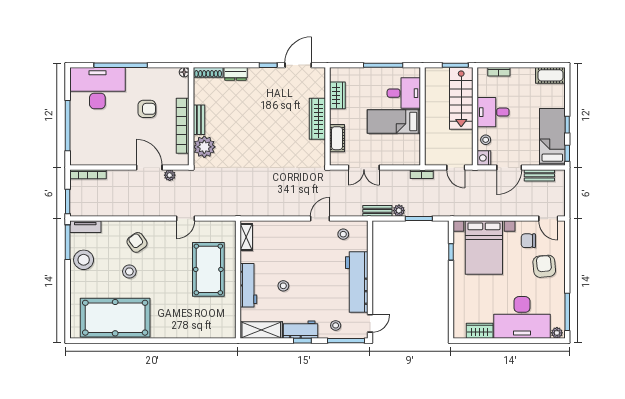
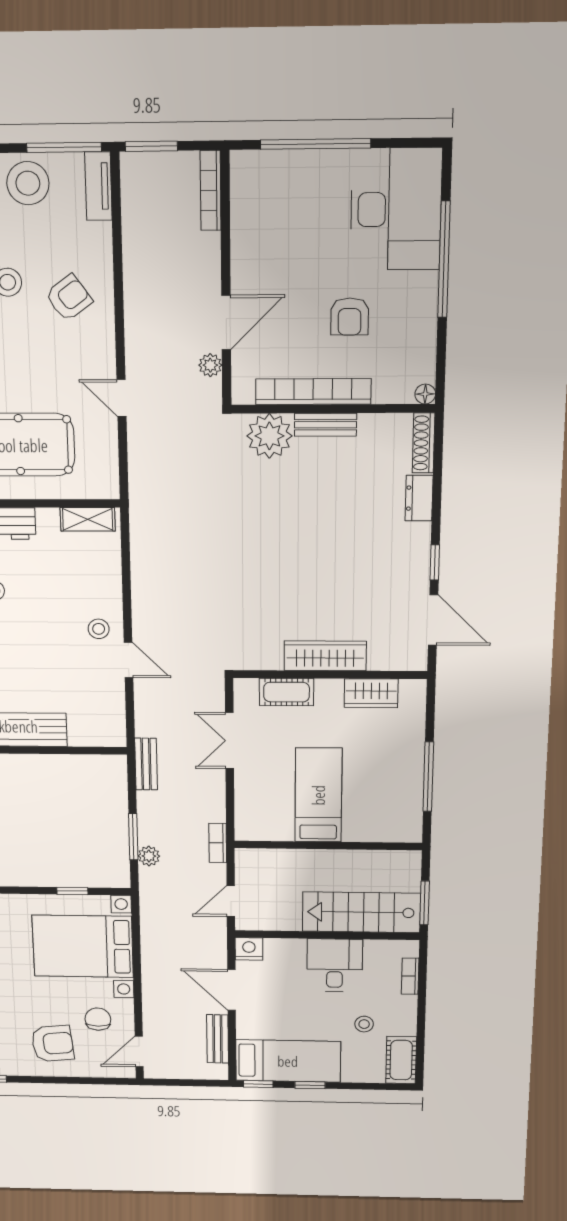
desk: (404, 93) -> (373, 813), removed
stool: (486, 140) -> (364, 1024), moved
plant: (399, 211) -> (149, 856), moved
stool: (343, 234) -> (99, 629), moved

